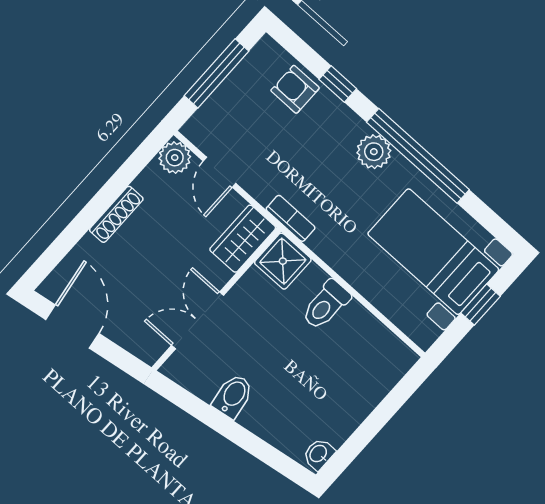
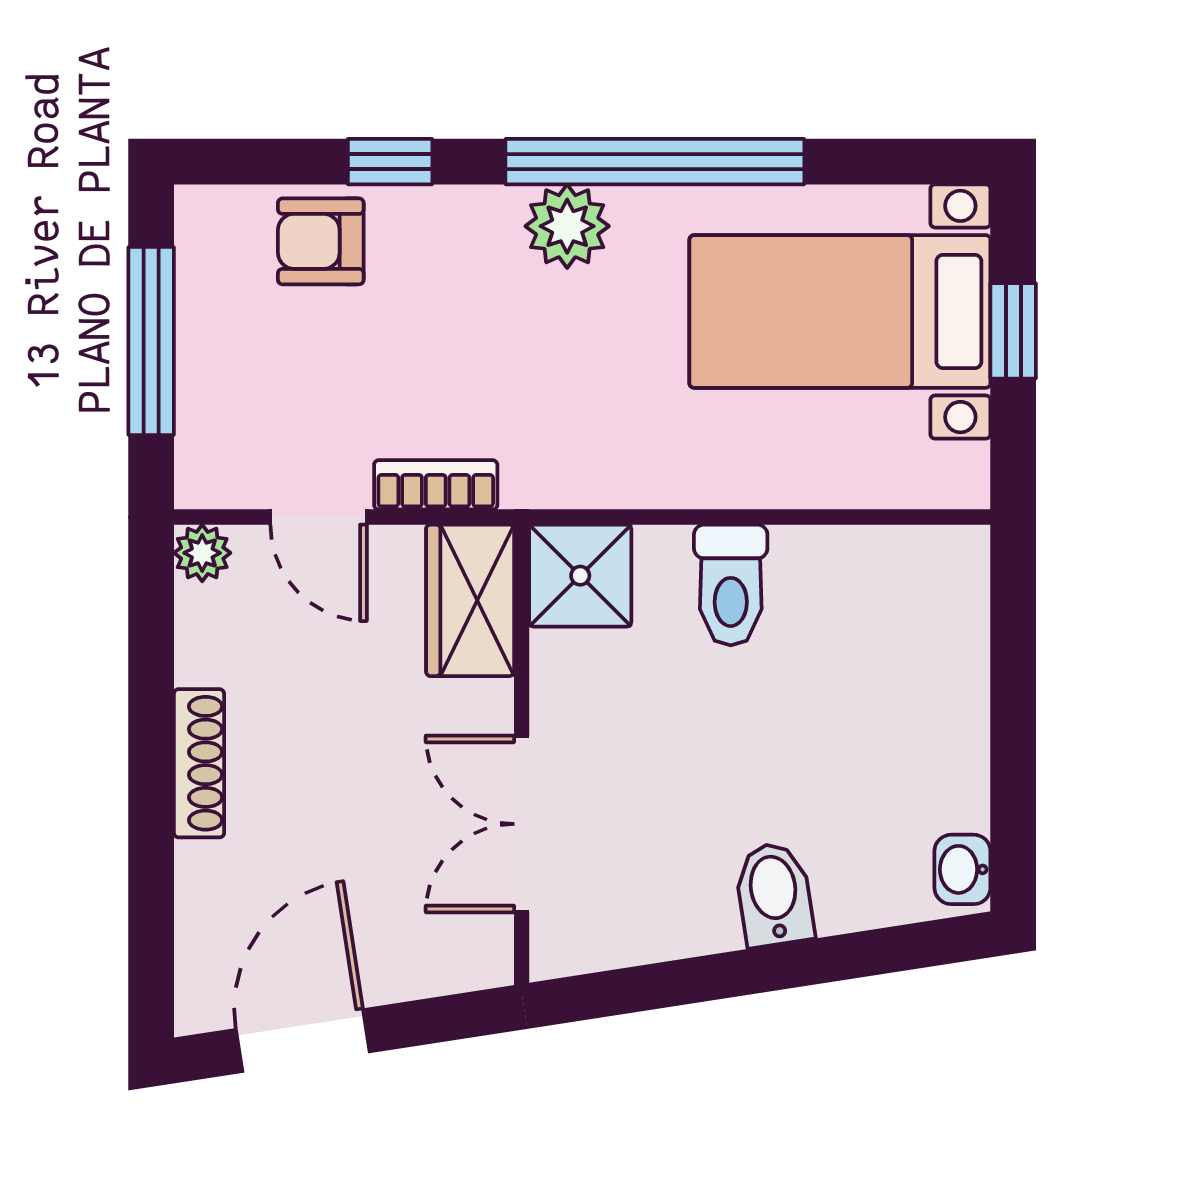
plant: (175, 158) -> (202, 553), width x0.73, depth x0.73
bookcase: (291, 218) -> (436, 485), moved
door: (72, 327) -> (303, 1041), hinge flipped
bidet: (233, 396) -> (774, 894), moved

